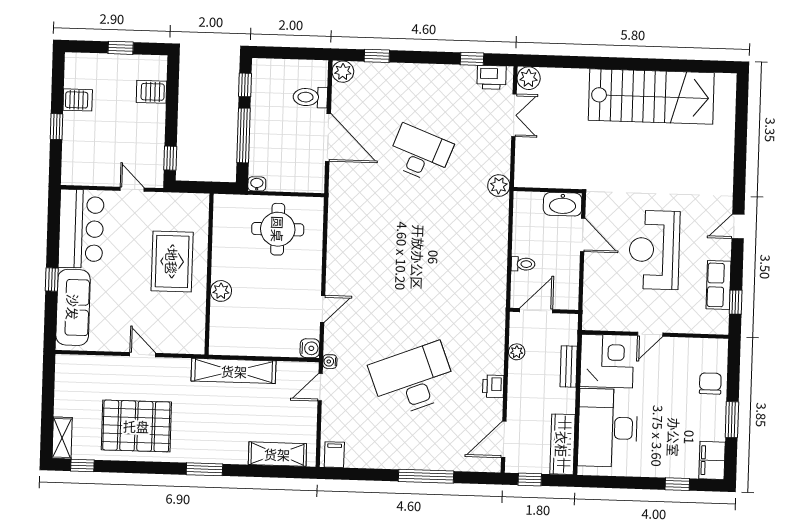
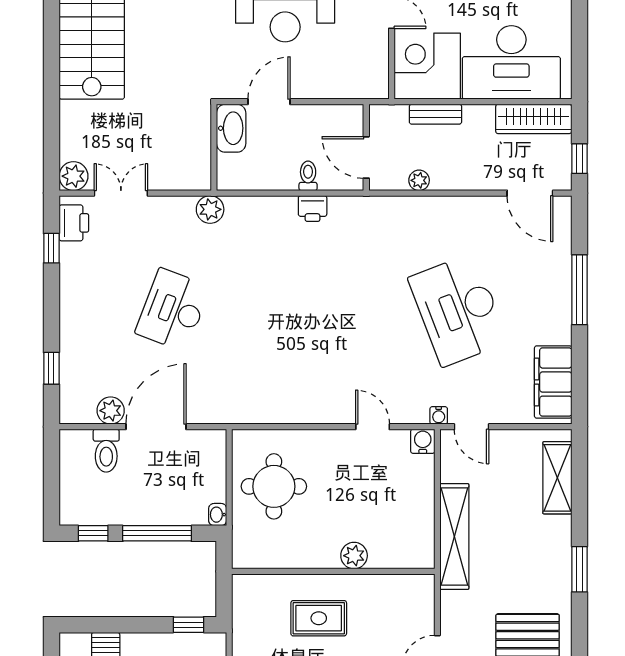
plant: (343, 72) -> (111, 411), moved
rug: (172, 261) -> (319, 618), width x0.73, depth x0.70
printer: (493, 386) -> (313, 209), moved
filing cabinet: (334, 455) -> (553, 382), width x3.00, depth x1.17

